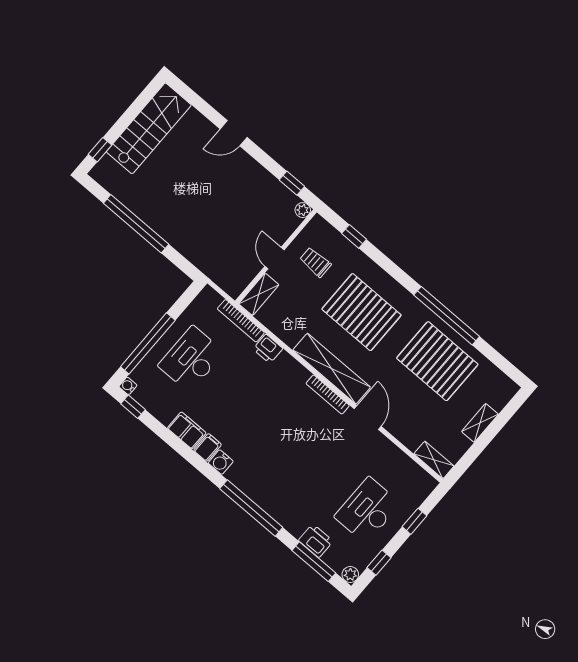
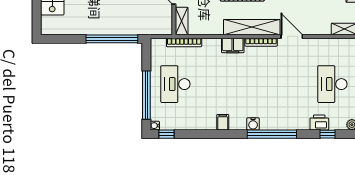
window: (100, 150) -> (37, 17), removed
window: (136, 224) -> (112, 39), moved
printer: (268, 349) -> (210, 45), removed
filing cabinet: (187, 431) -> (233, 45), moved, turned 180
water cooler: (221, 462) -> (253, 124), moved
window: (314, 562) -> (328, 134), width x0.46

